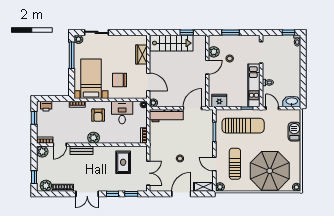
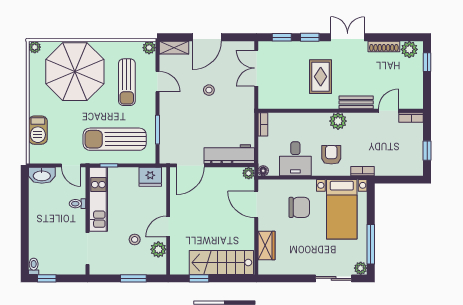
printer: (46, 106) -> (409, 168), removed
plant: (42, 152) -> (415, 100), removed
rug: (123, 162) -> (321, 77), moved

